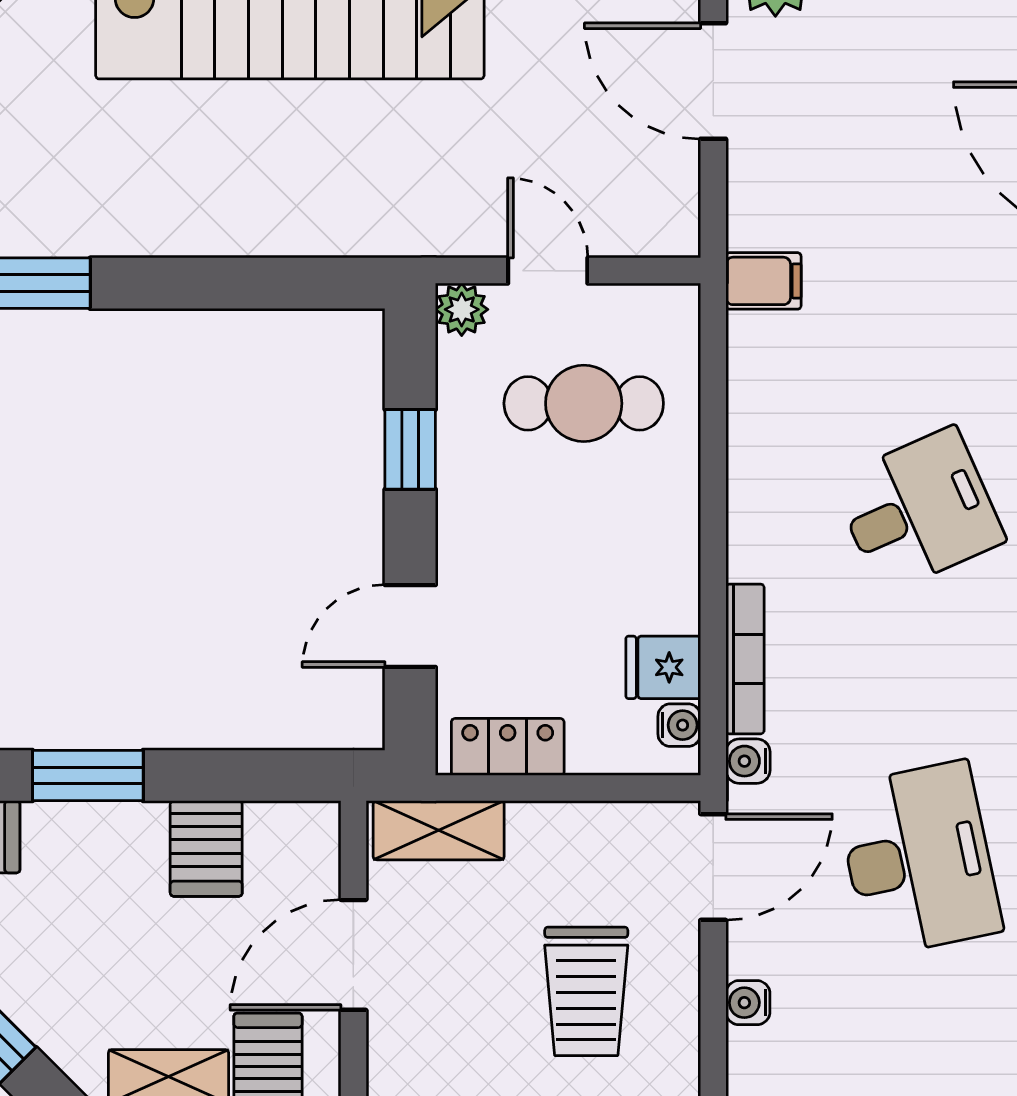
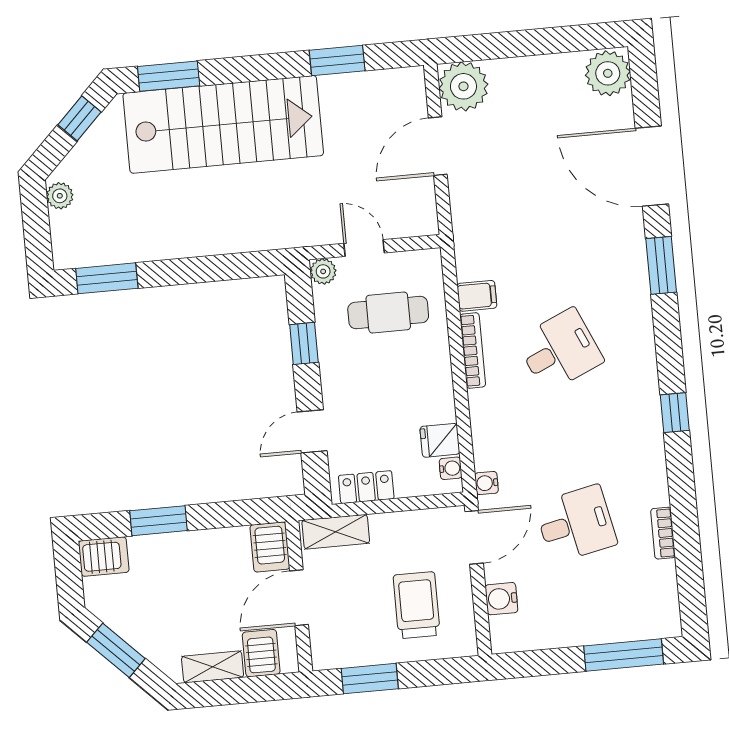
door: (713, 81) -> (438, 146), hinge flipped
filing cabinet: (763, 281) -> (477, 296), moved
bookcase: (745, 659) -> (473, 351), moved
server rack: (206, 849) -> (270, 547), moved
desk: (918, 859) -> (576, 524), width x0.73
trolley: (586, 991) -> (417, 605), turned 180
water cooler: (748, 1003) -> (501, 599), width x1.38, depth x1.38

